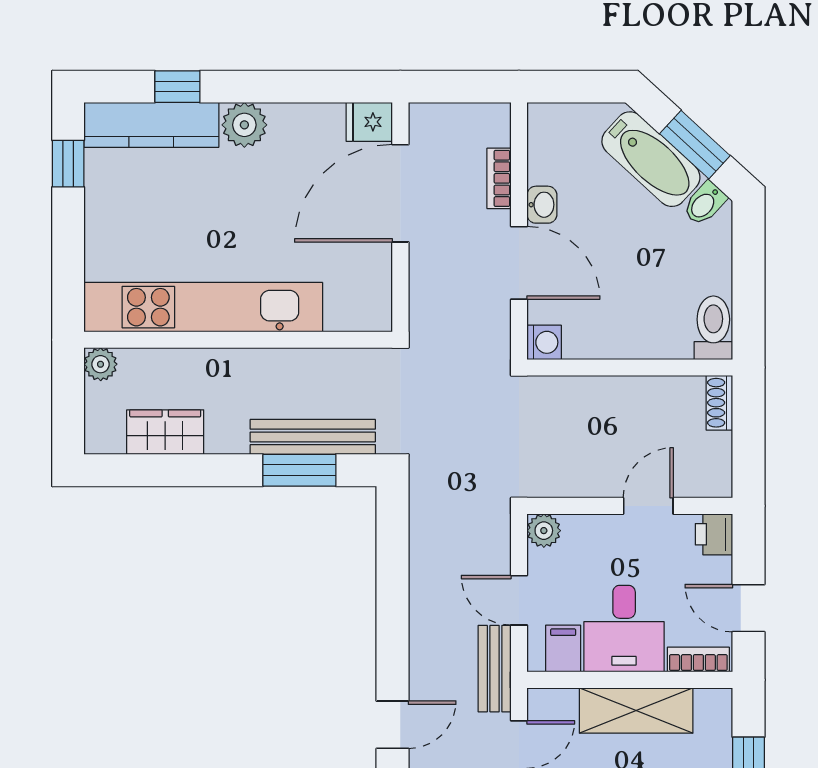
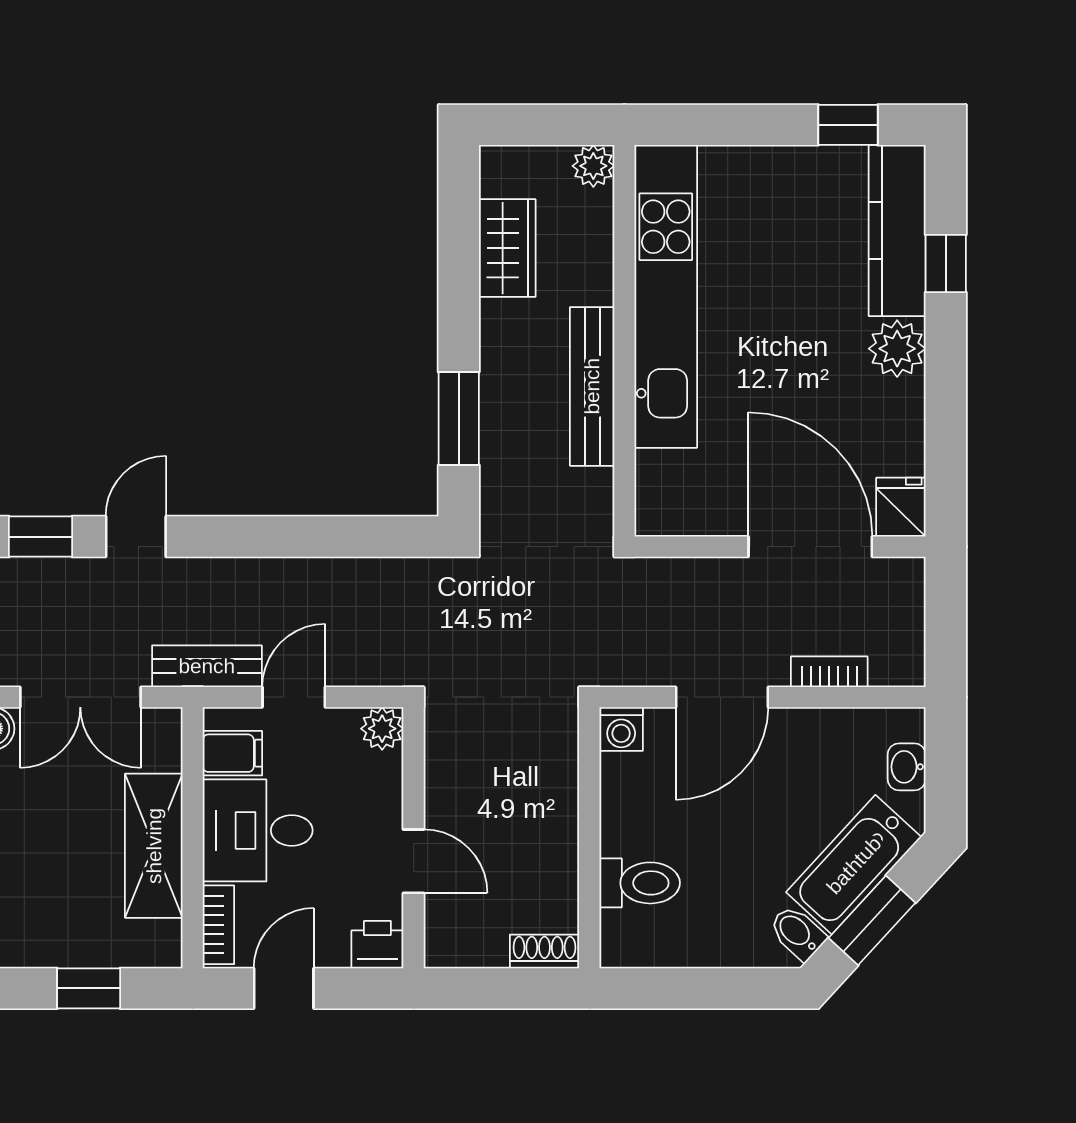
washbasin: (542, 205) -> (907, 767), moved, turned 90
toilet: (713, 328) -> (640, 883), moved
bench: (313, 437) -> (592, 386), moved
door: (392, 725) -> (136, 537), swing flipped

